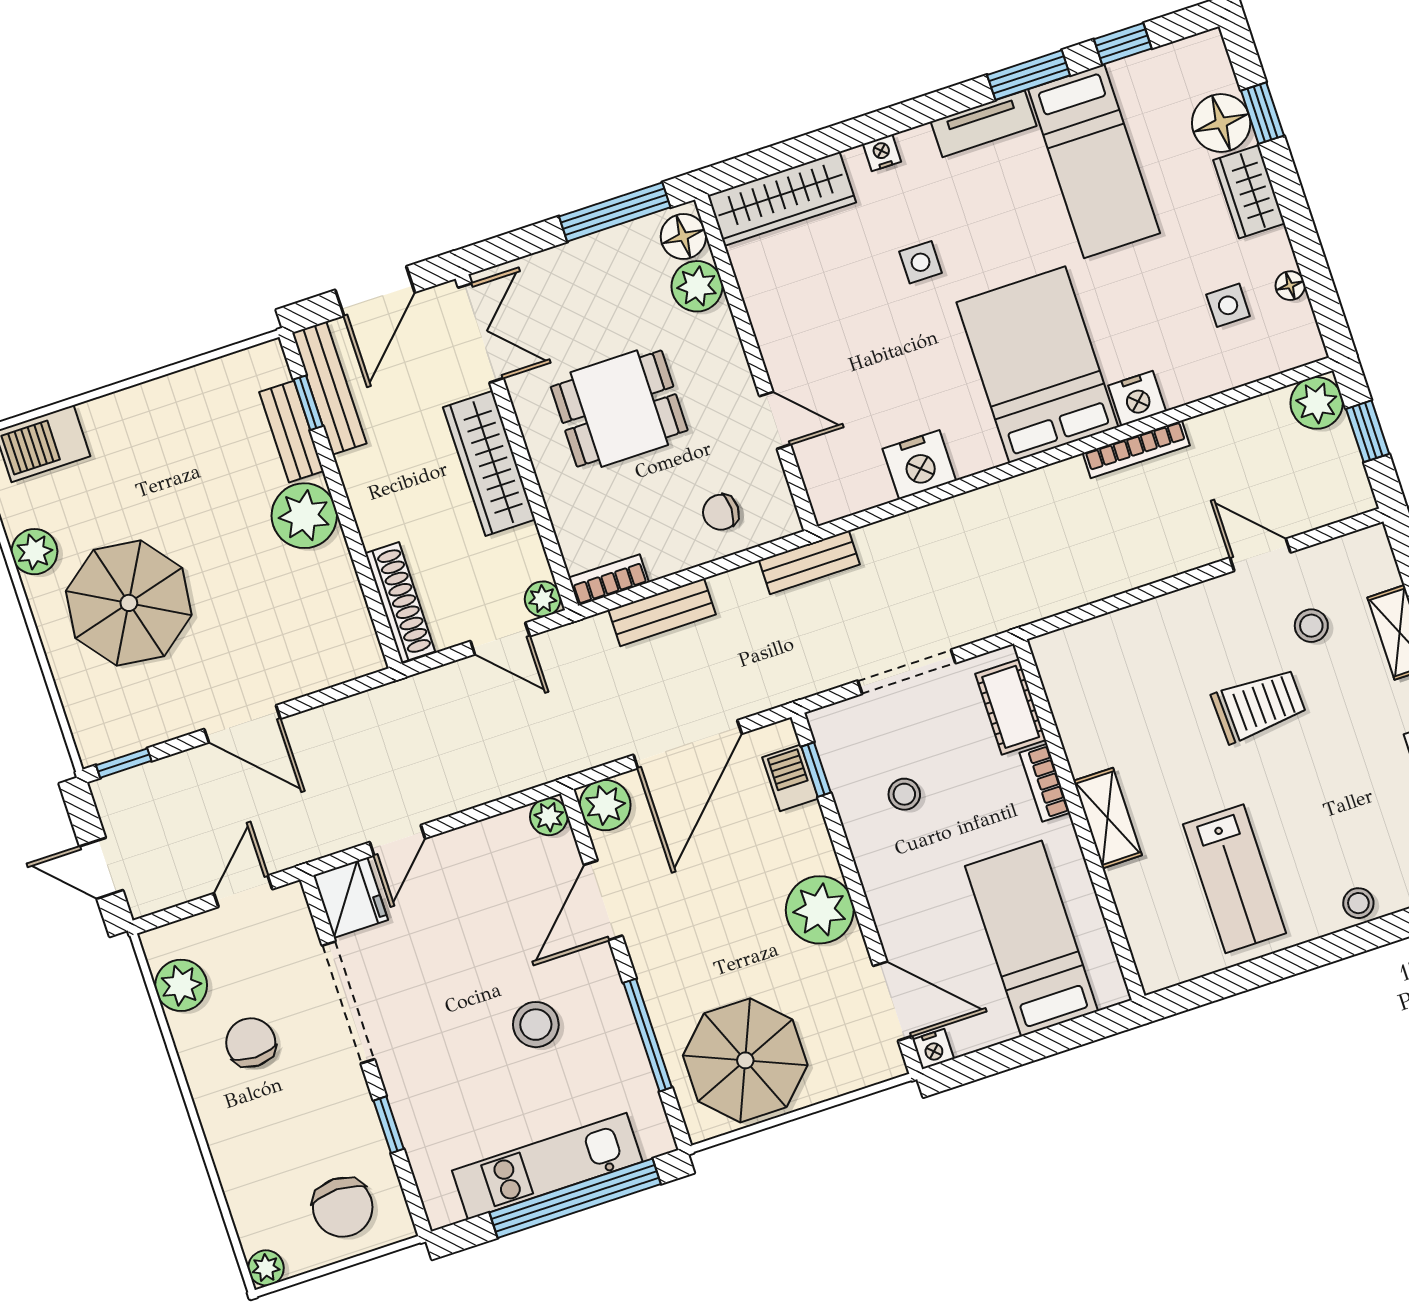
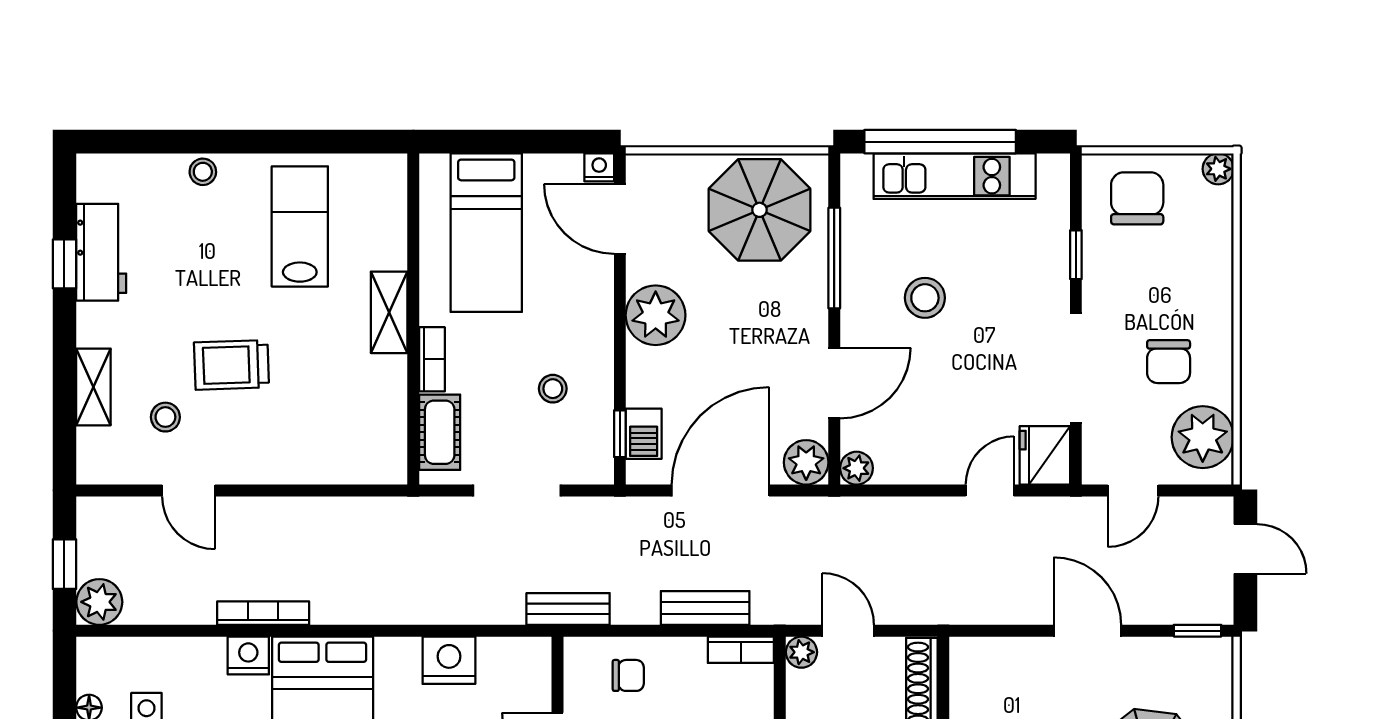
plant: (181, 985) -> (1203, 437), width x1.36, depth x1.36

